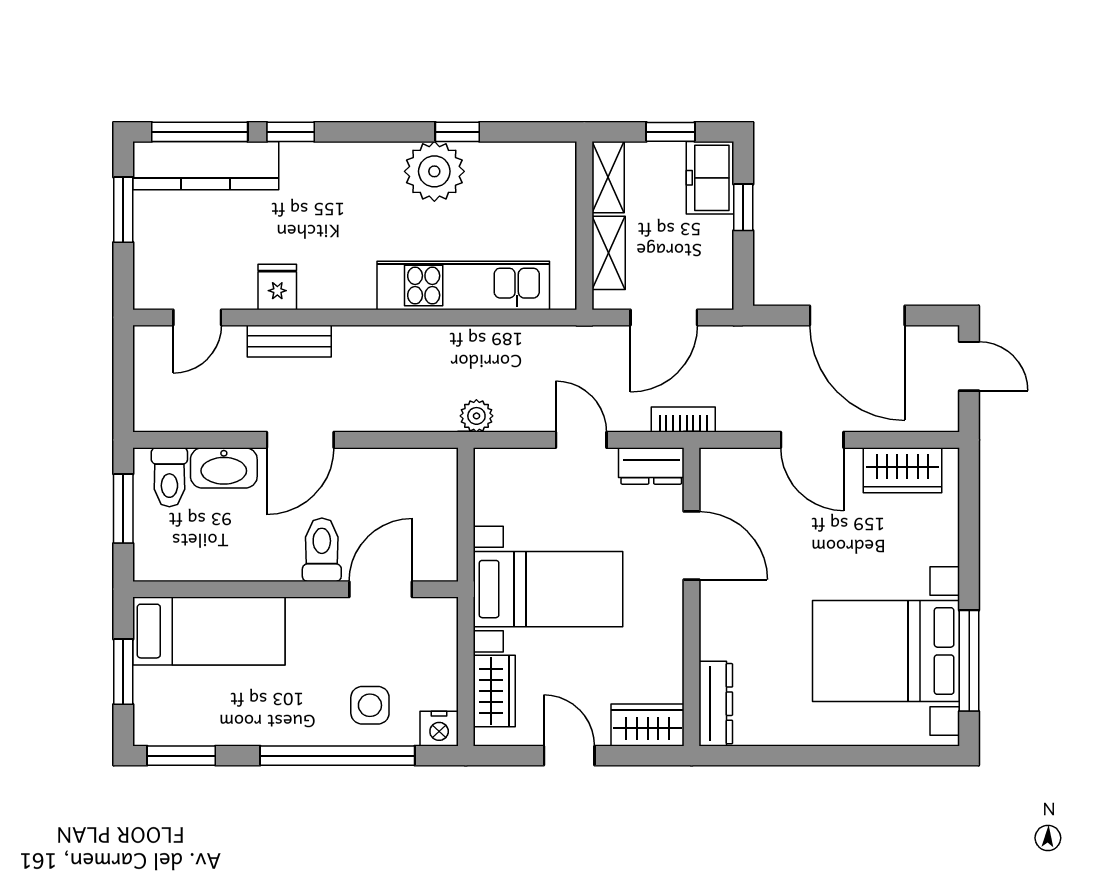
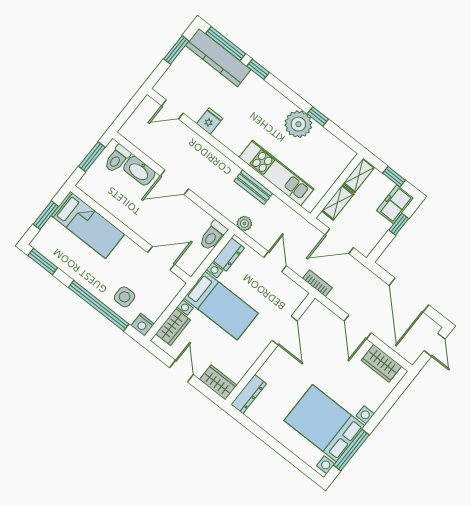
bench: (289, 341) -> (253, 187), moved
dresser: (651, 466) -> (229, 254), moved, turned -90
toilet: (322, 550) -> (213, 236), moved, turned 180

